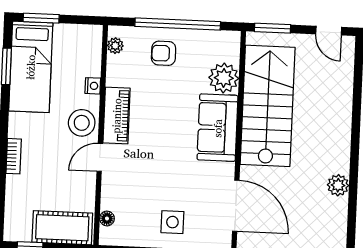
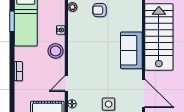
plant: (224, 78) -> (134, 22), removed
piano: (117, 116) -> (75, 46), removed
door: (100, 157) -> (66, 84), moved

